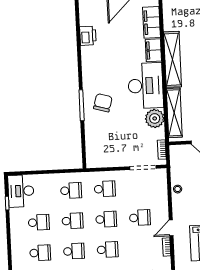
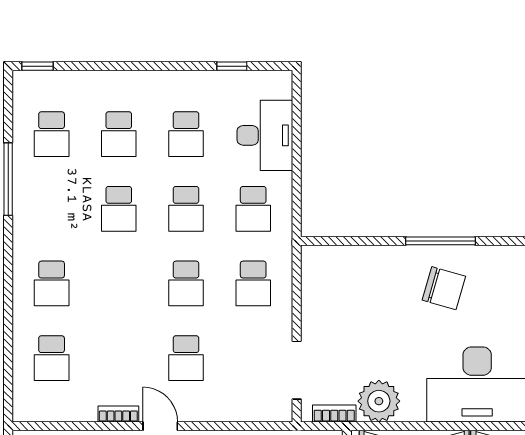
plant: (155, 118) -> (379, 401), moved
desk: (21, 191) -> (265, 135), moved, turned 90
school desk: (108, 250) -> (119, 283), removed

